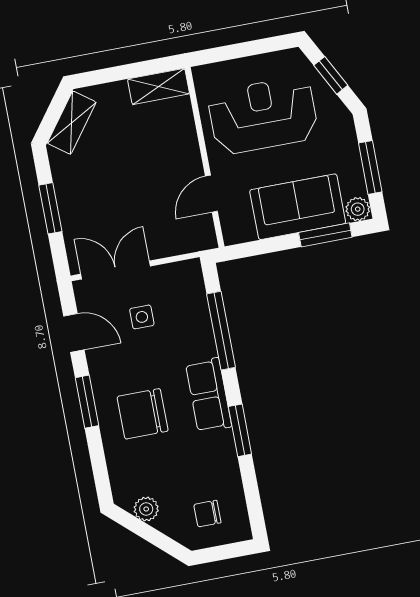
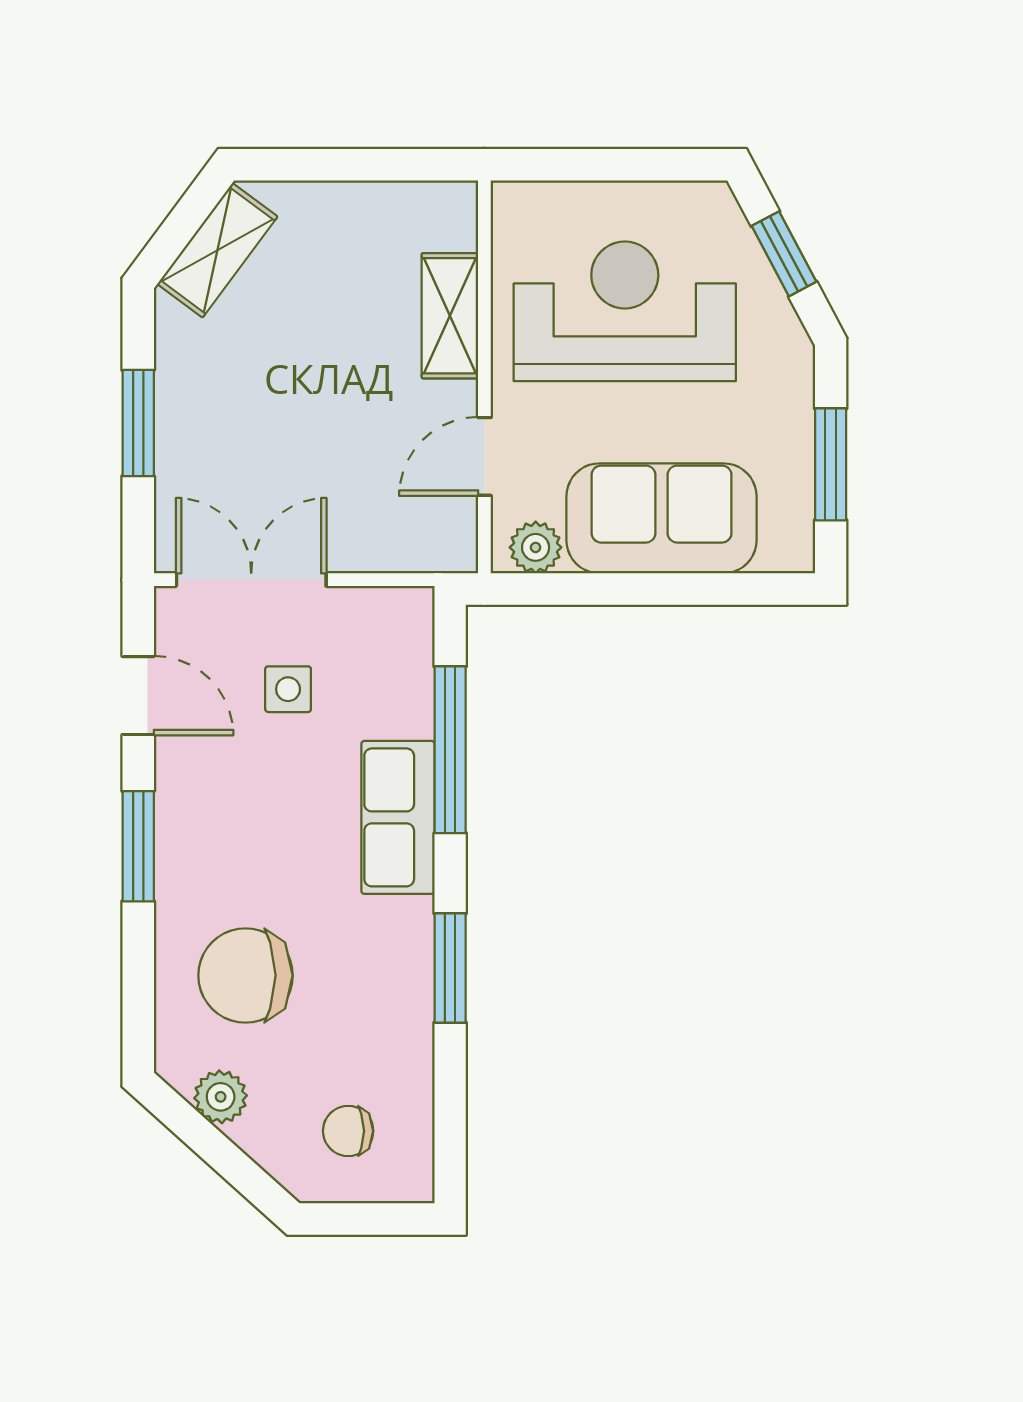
shelving: (159, 86) -> (450, 316), moved, turned 90
plant: (358, 209) -> (536, 547), moved
window: (325, 235) -> (709, 589), removed
row of seats: (209, 395) -> (398, 817), moved
chair: (143, 414) -> (245, 975), moved

